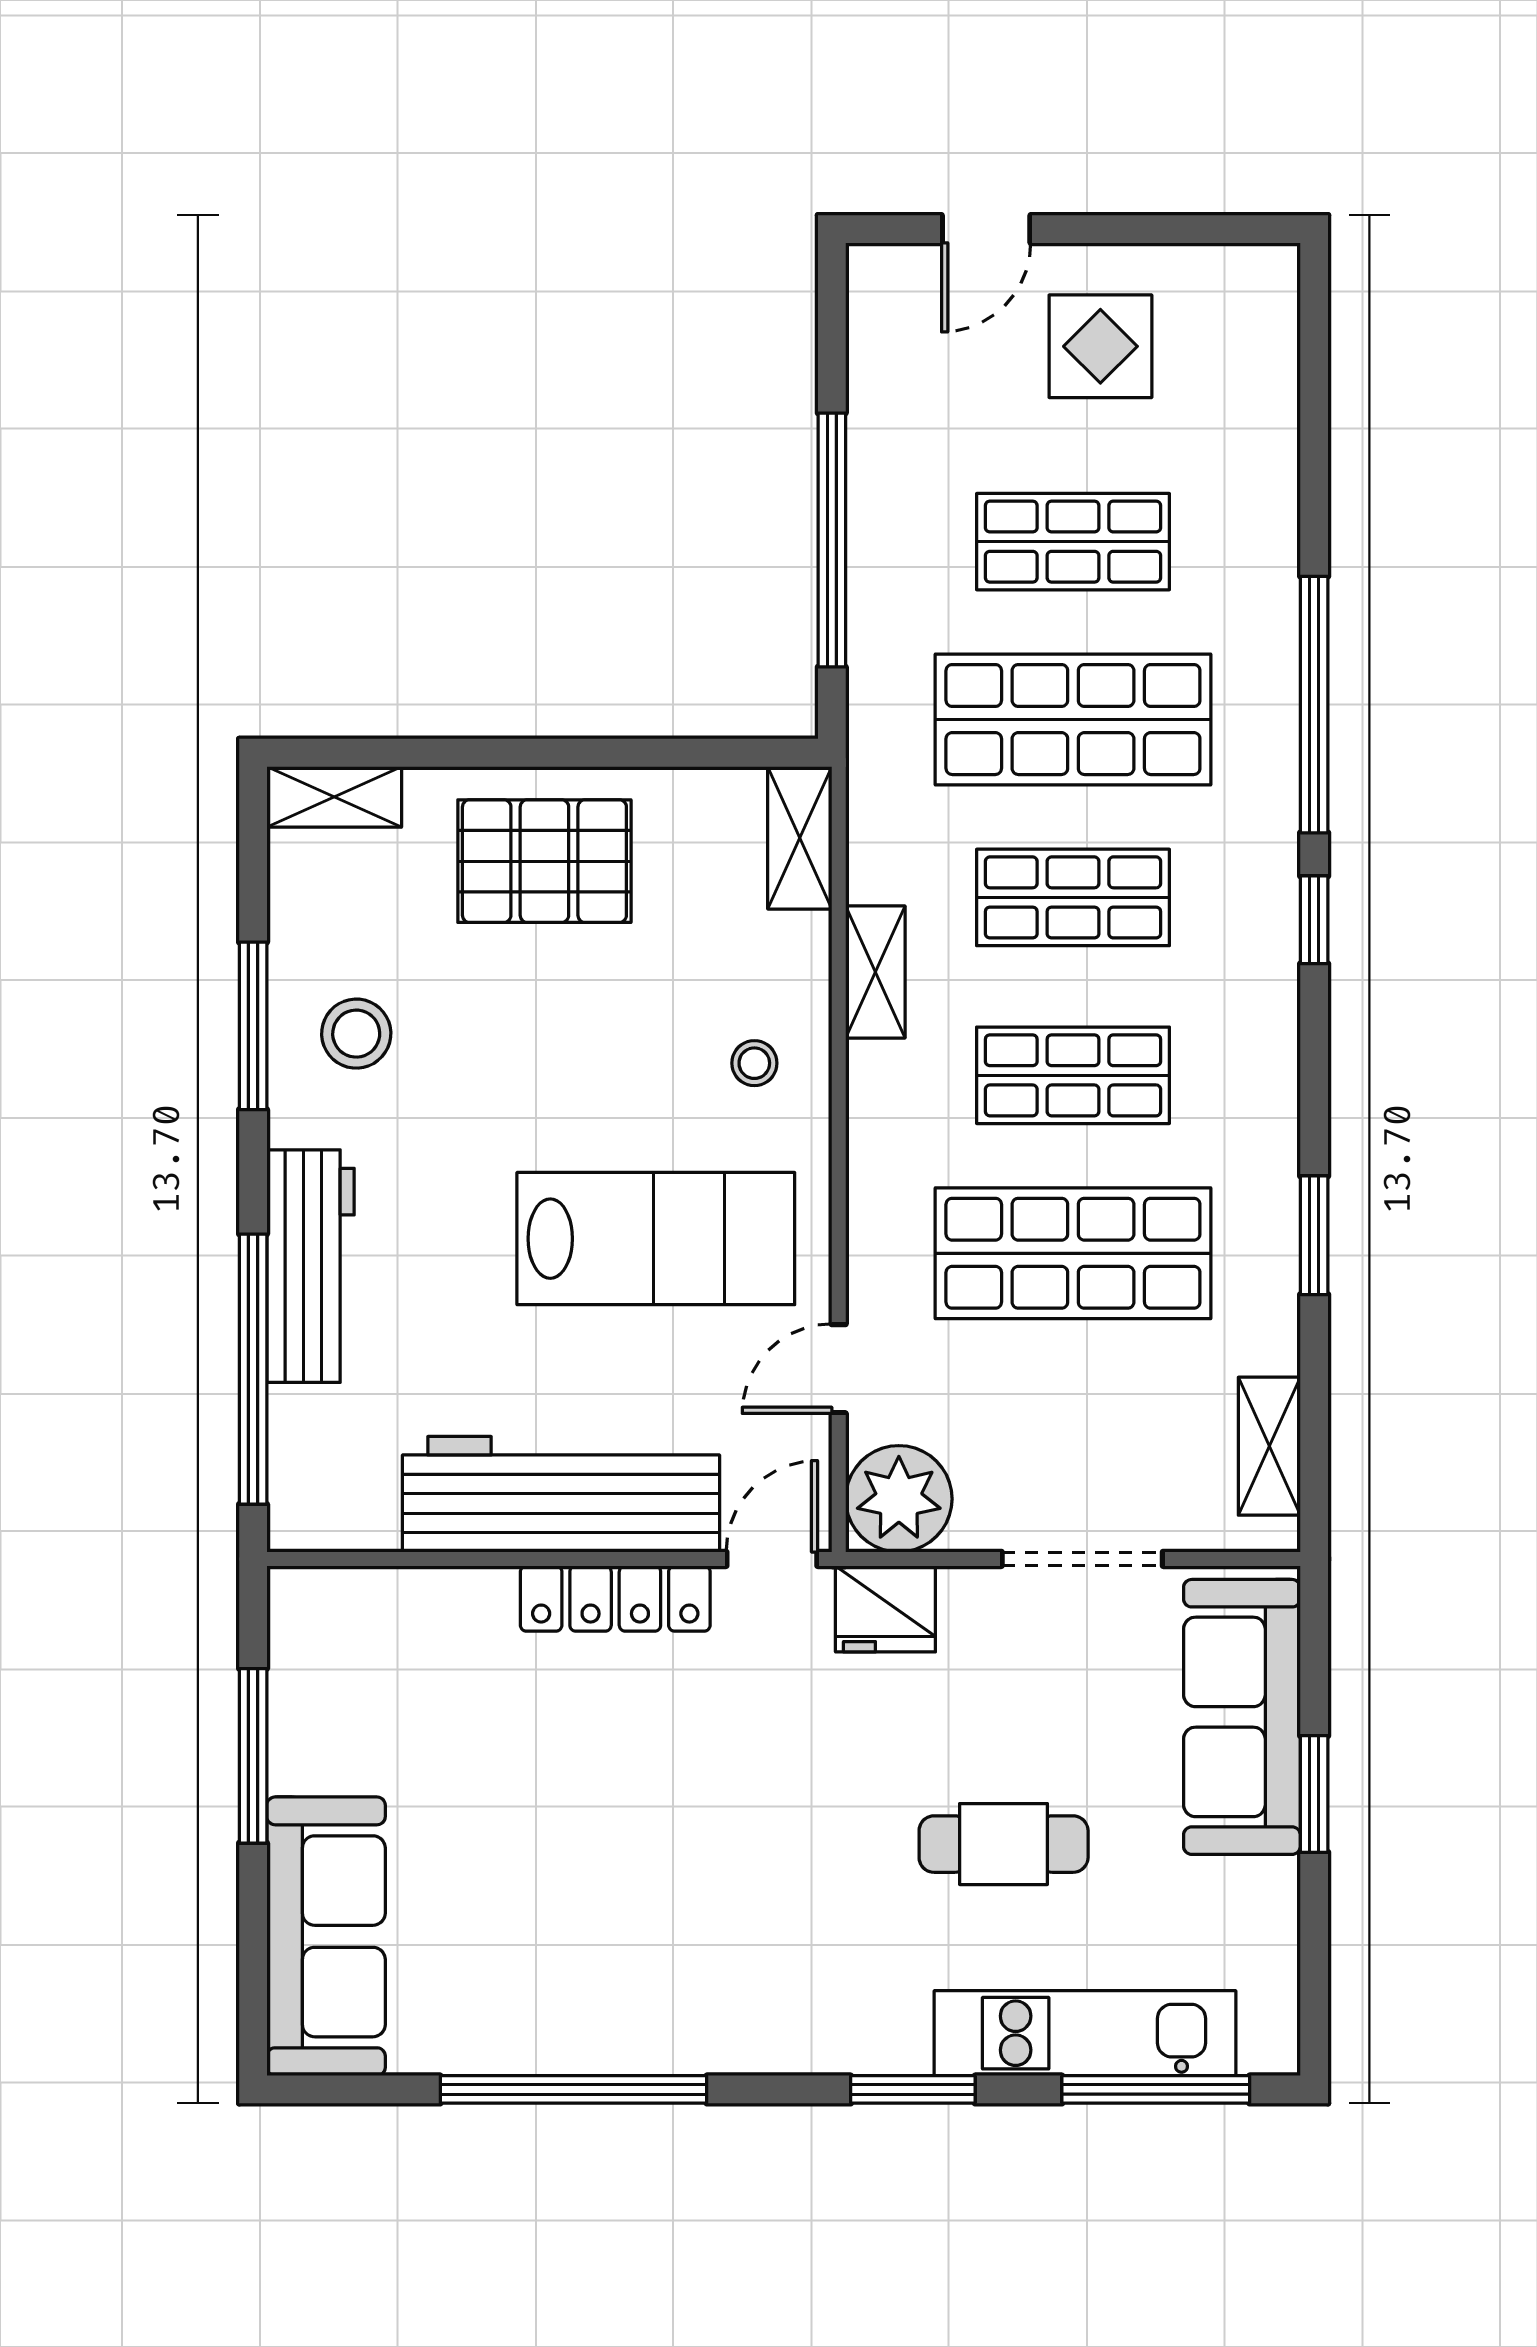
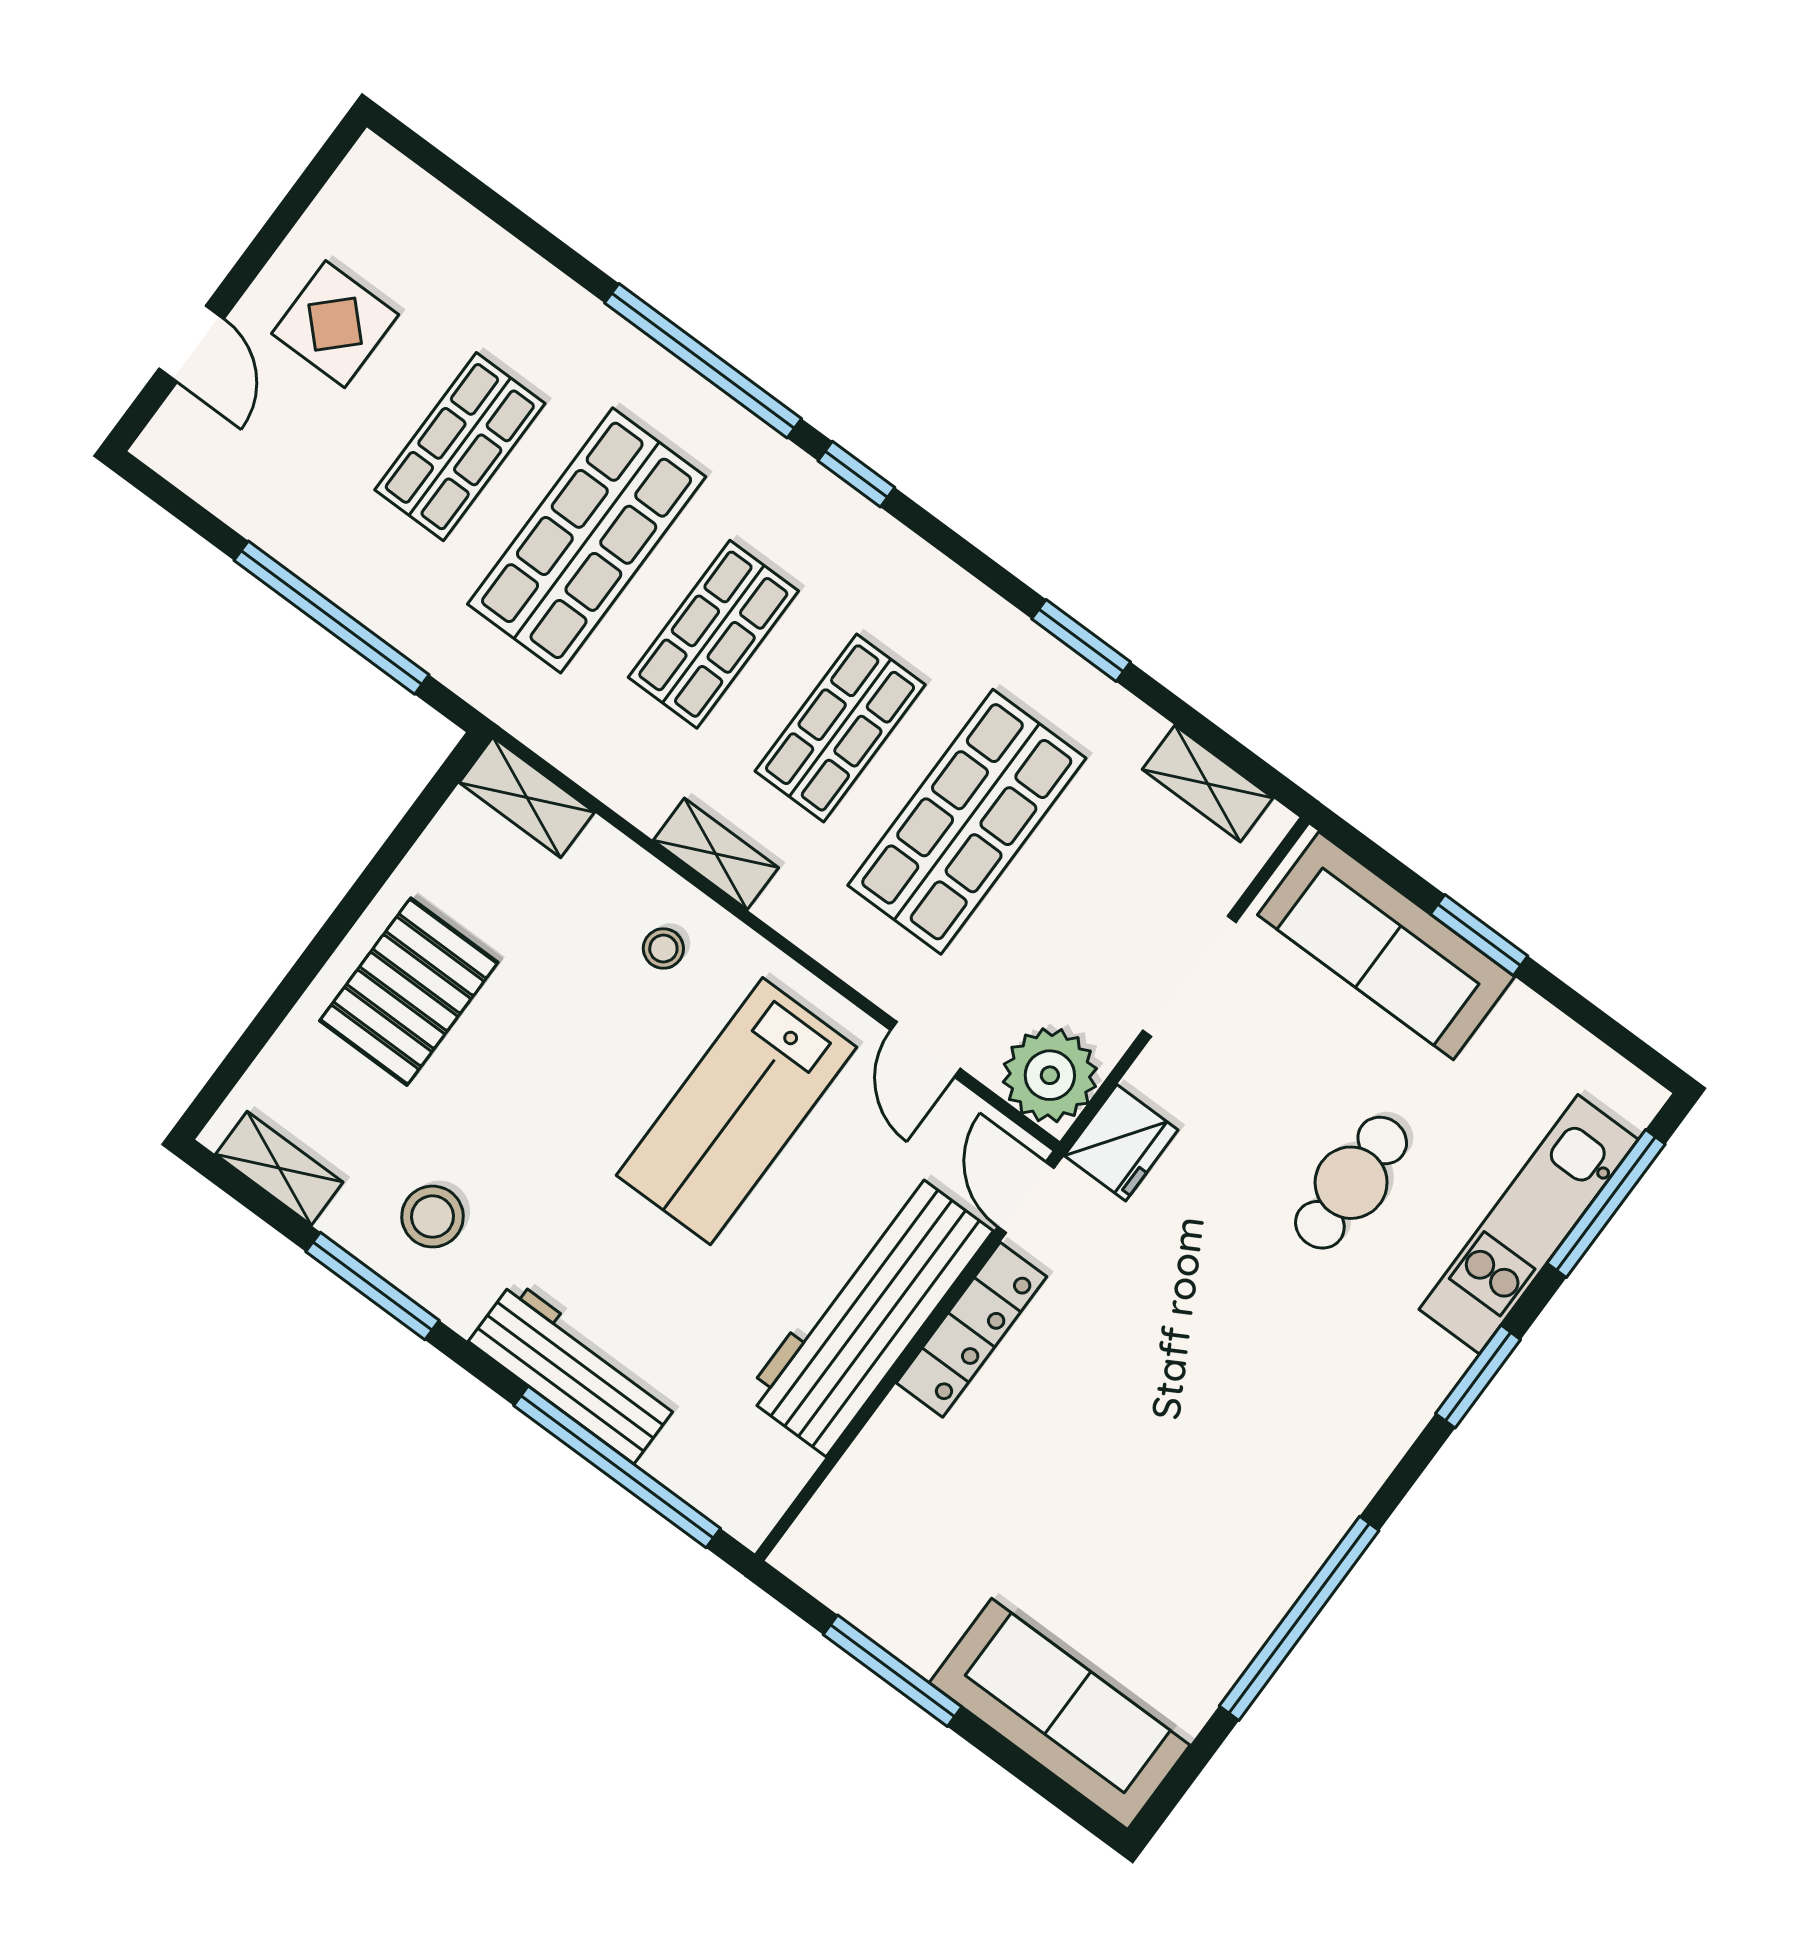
shelving: (334, 797) -> (279, 1168), moved, turned 90
shelving: (875, 972) -> (716, 854), moved
lab bench: (656, 1239) -> (736, 1111), turned 180

